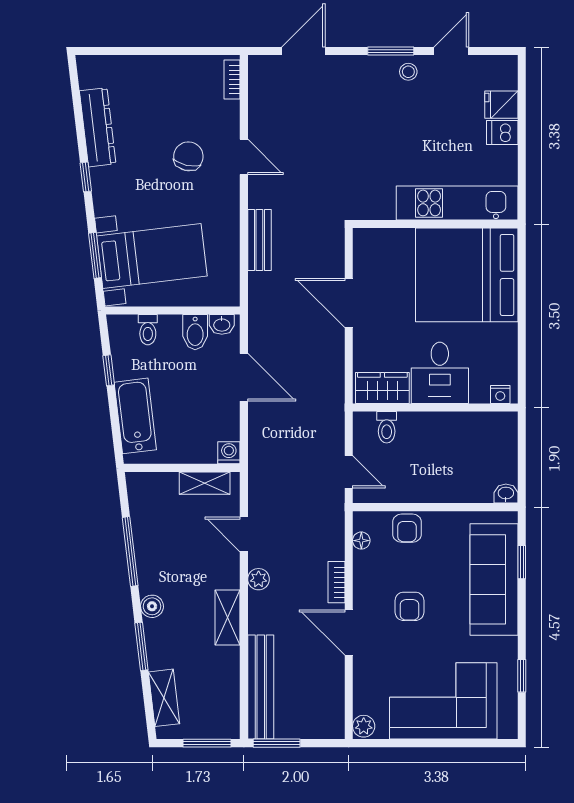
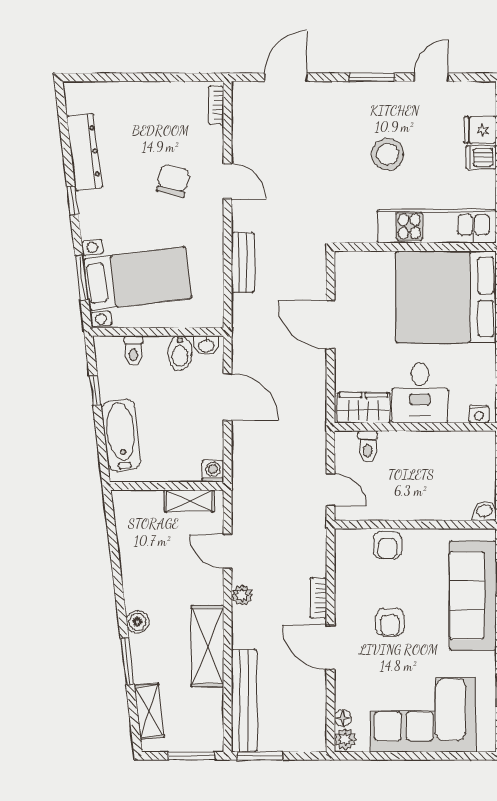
stool: (408, 72) -> (388, 154), moved, width x1.89, depth x1.89
floor lamp: (361, 541) -> (343, 718), moved
window: (130, 552) -> (116, 568), removed
shelving: (227, 617) -> (207, 646), width x1.50, depth x1.33

